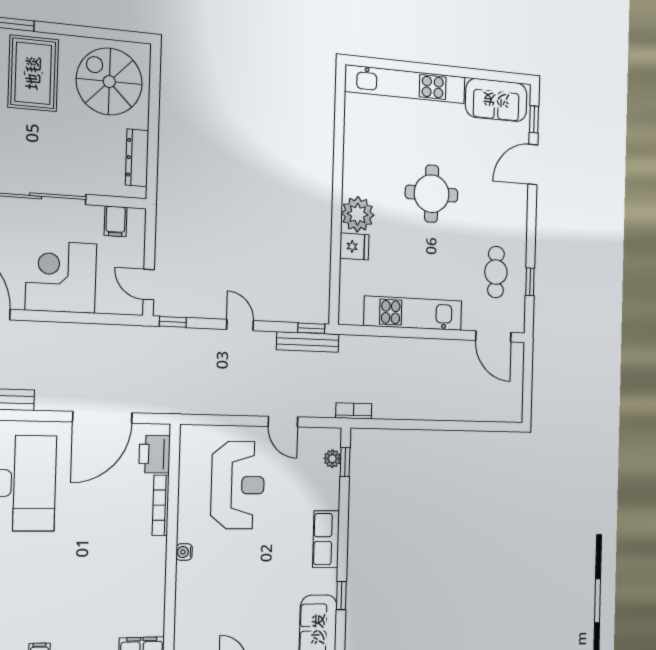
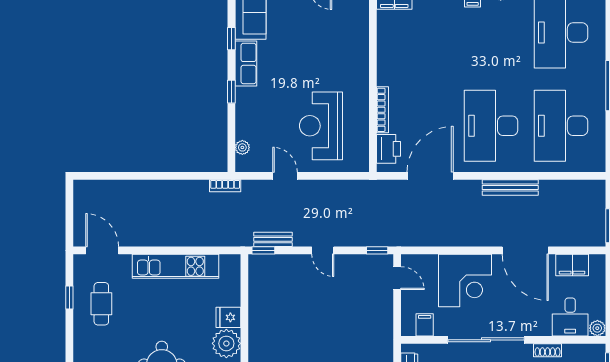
bench: (308, 342) -> (273, 239), width x0.73
window: (345, 462) -> (231, 92), moved
row of seats: (326, 539) -> (246, 63), moved
water cooler: (184, 552) -> (363, 74), removed

